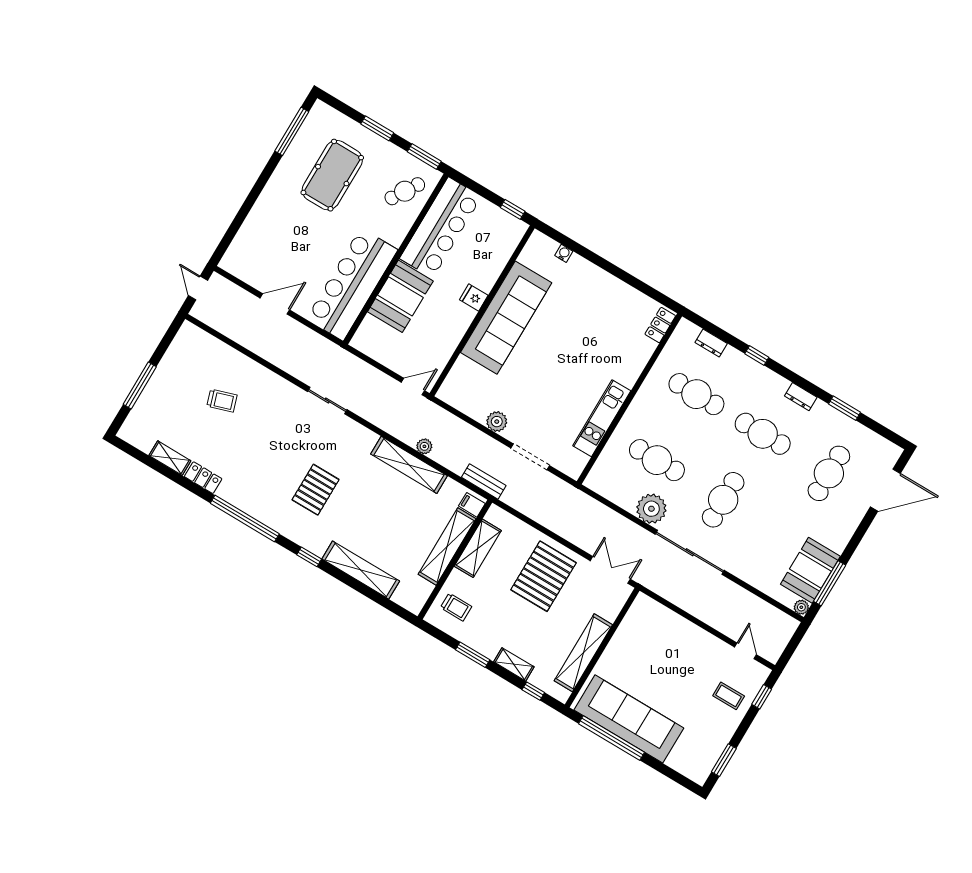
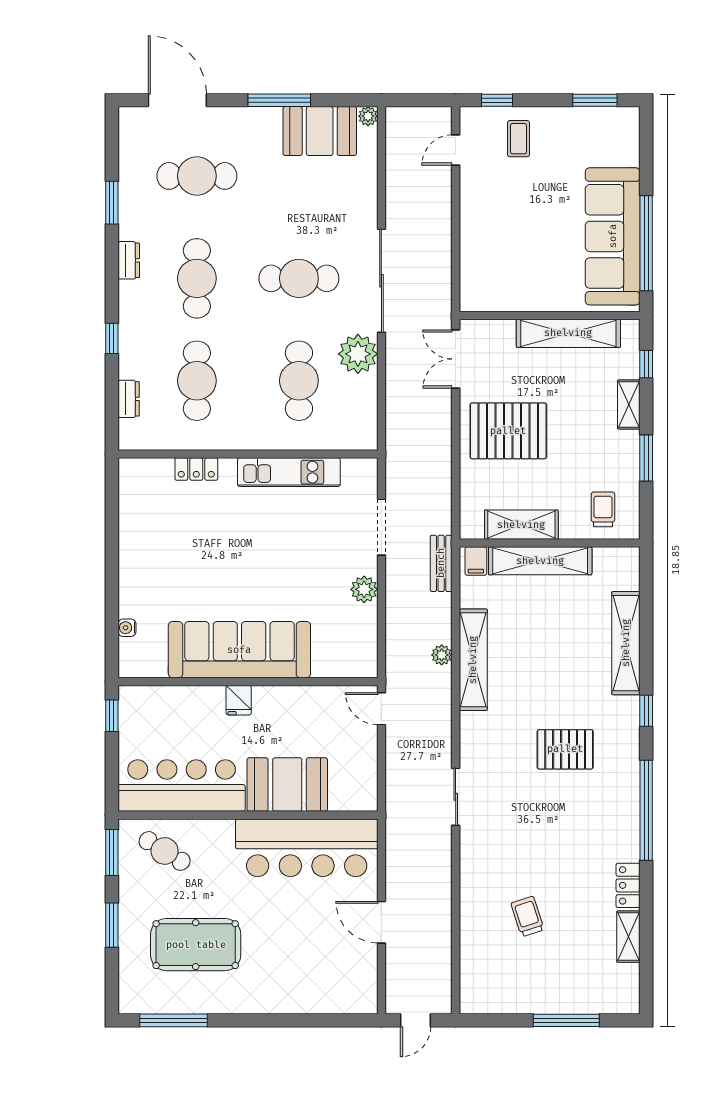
locker: (660, 325) -> (196, 469), moved
window: (830, 583) -> (279, 100), moved

